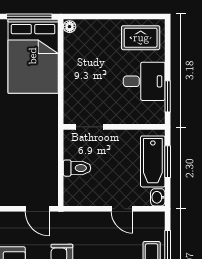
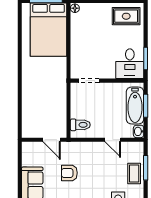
desk: (144, 81) -> (130, 64), moved, turned 90
toilet: (77, 168) -> (80, 125), moved

